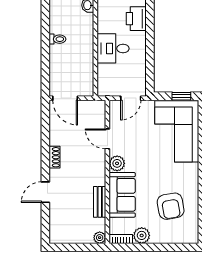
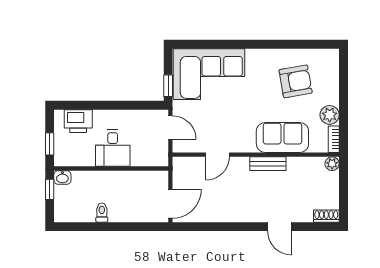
window: (181, 96) -> (168, 86), moved
shoe rack: (54, 157) -> (326, 216), moved
plant: (117, 163) -> (246, 144), removed
bench: (100, 202) -> (268, 164), moved

